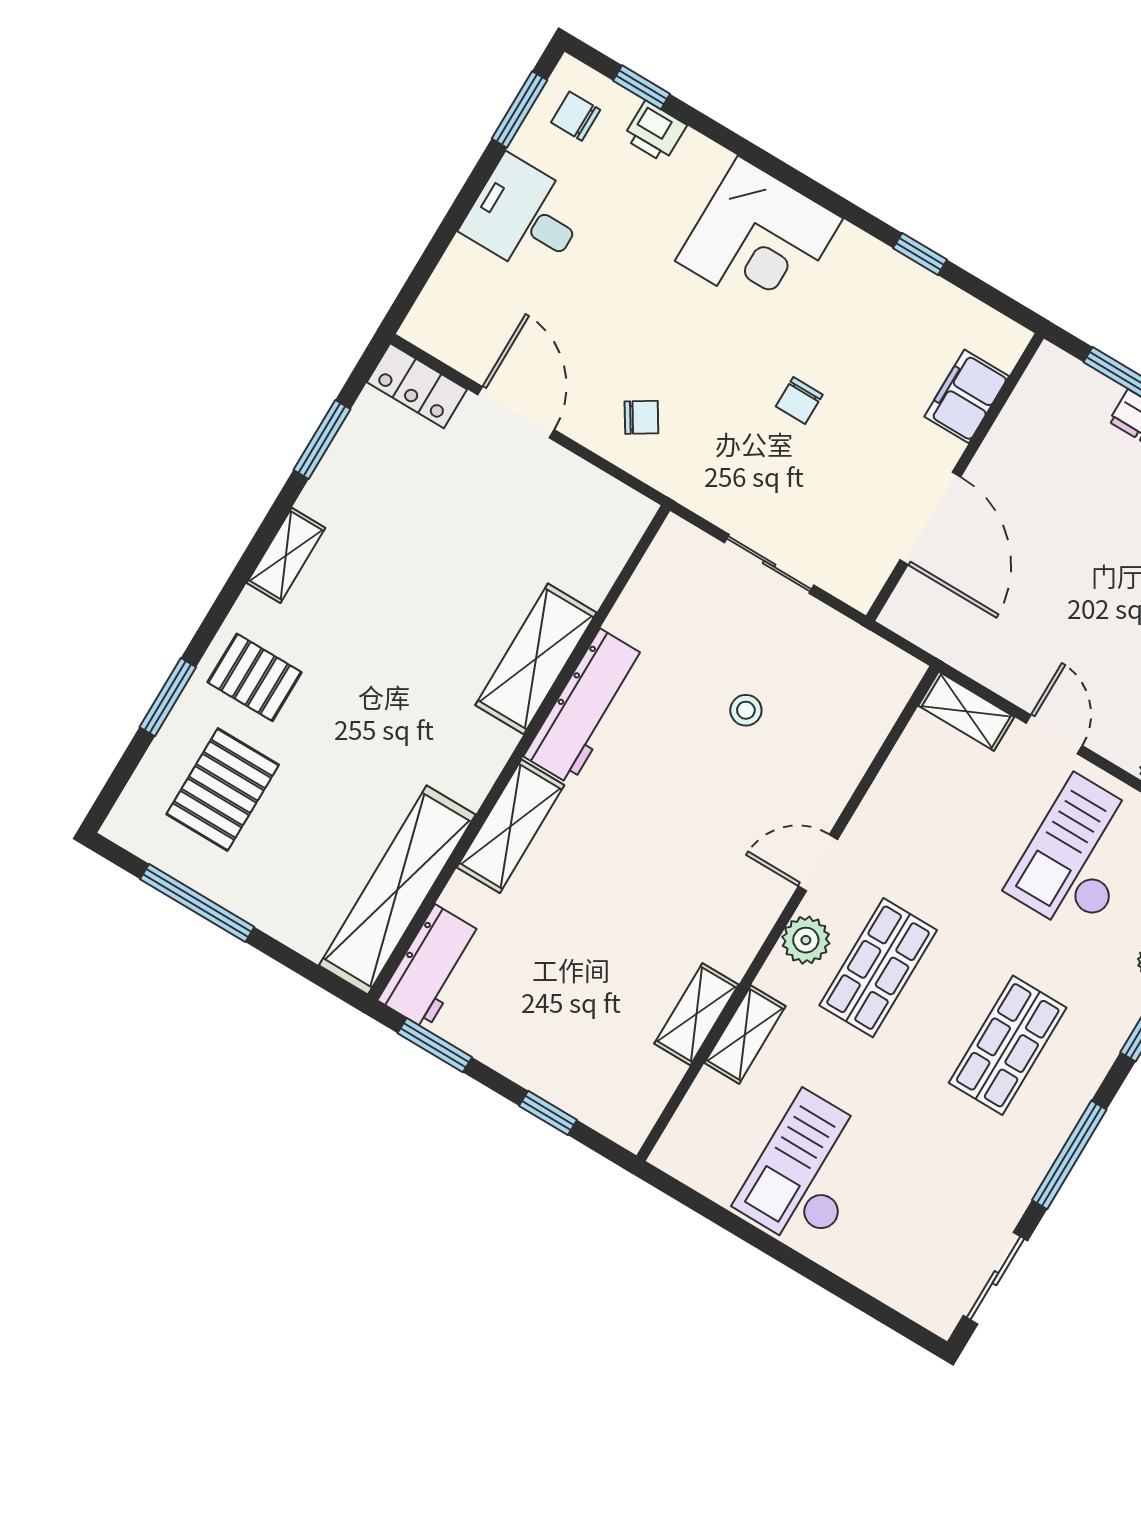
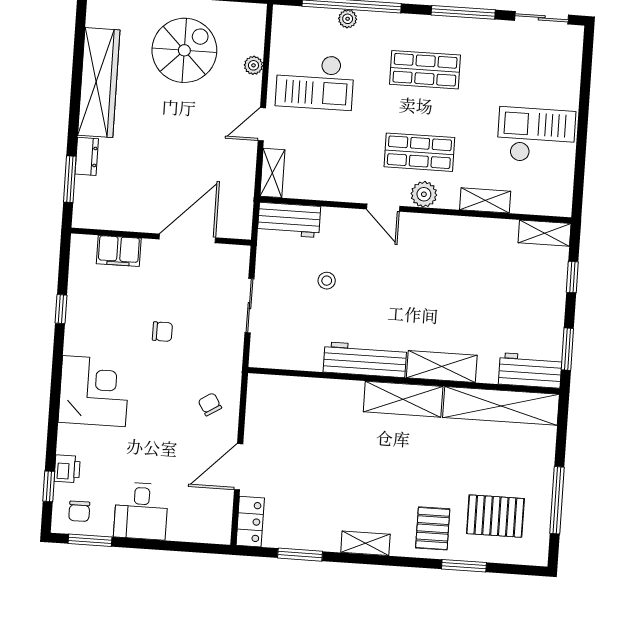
shelving: (536, 659) -> (403, 399), moved
workbench: (876, 699) -> (289, 220), added
shelving: (696, 1014) -> (545, 233), moved
checkout: (808, 1172) -> (536, 135), turned 180

